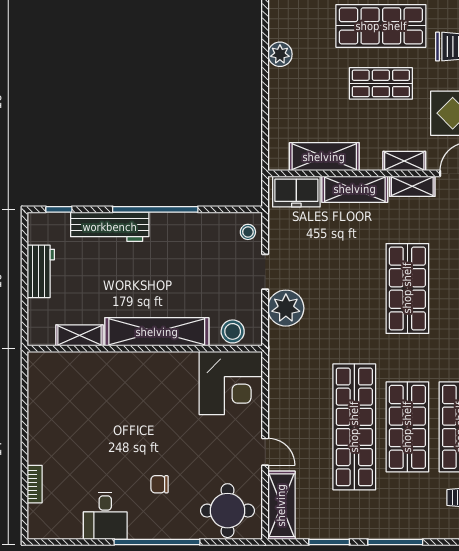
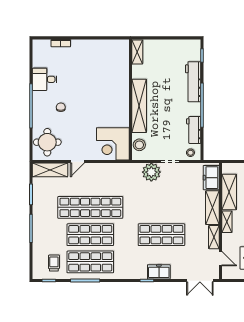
shelving: (404, 161) -> (227, 222), moved
workbench: (41, 271) -> (194, 130), moved, turned 90
shelving: (80, 335) -> (137, 52), moved

